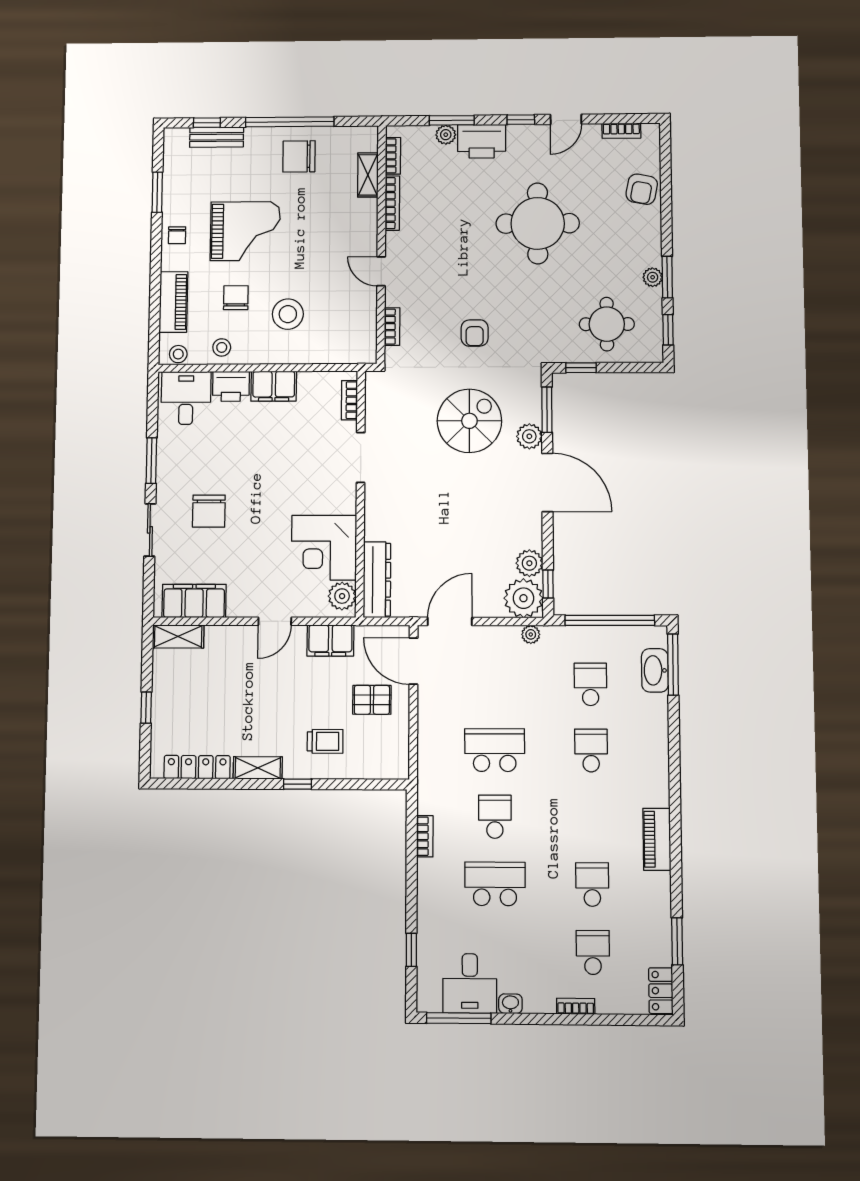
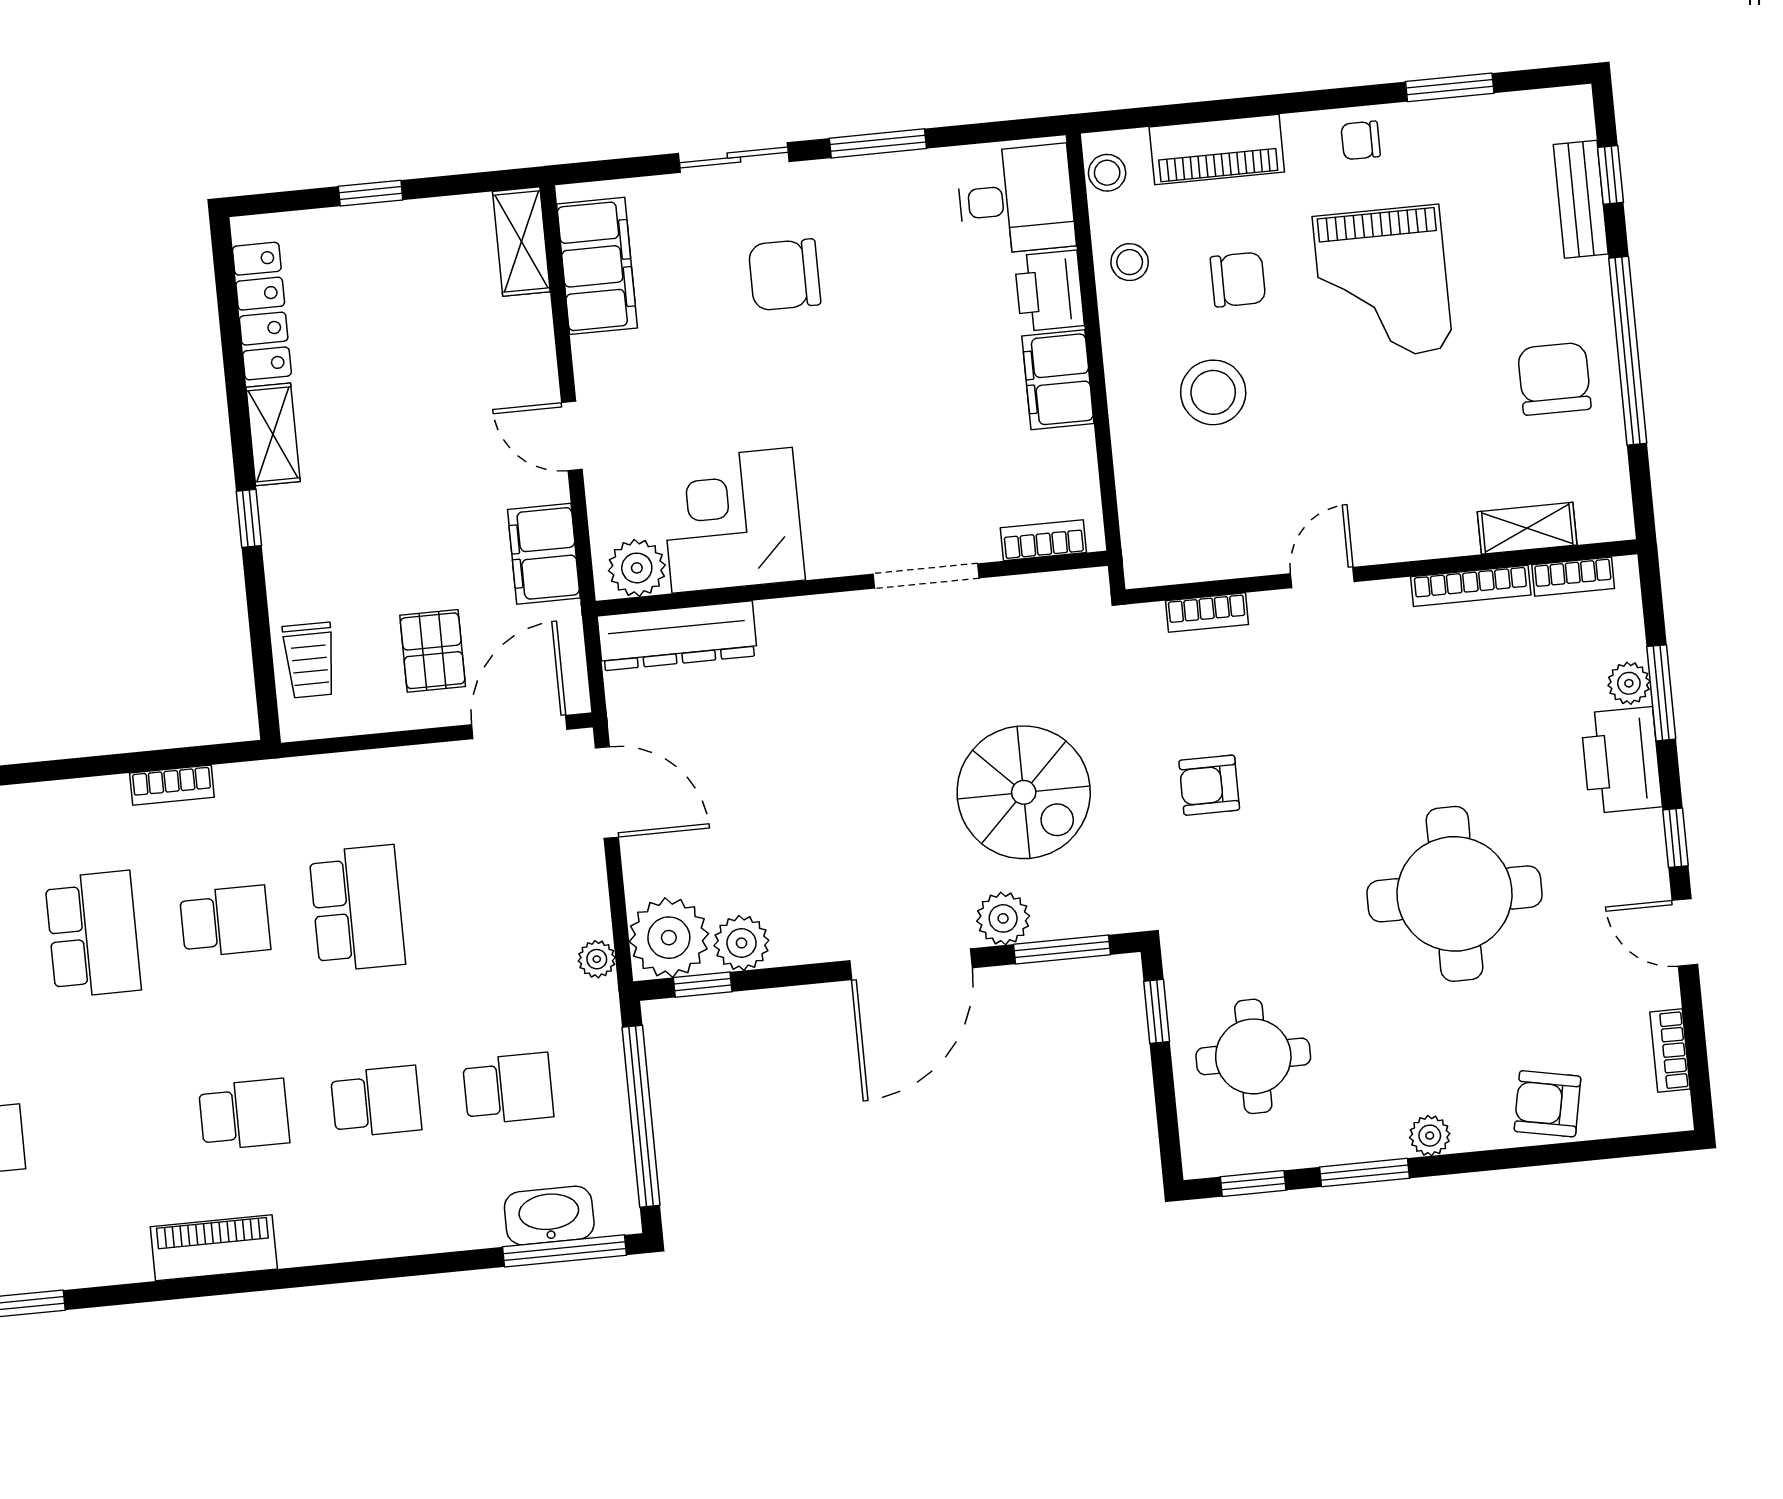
plant: (653, 277) -> (1430, 1136), moved
trolley: (325, 741) -> (310, 660), moved
school desk: (592, 884) -> (244, 1115), moved

